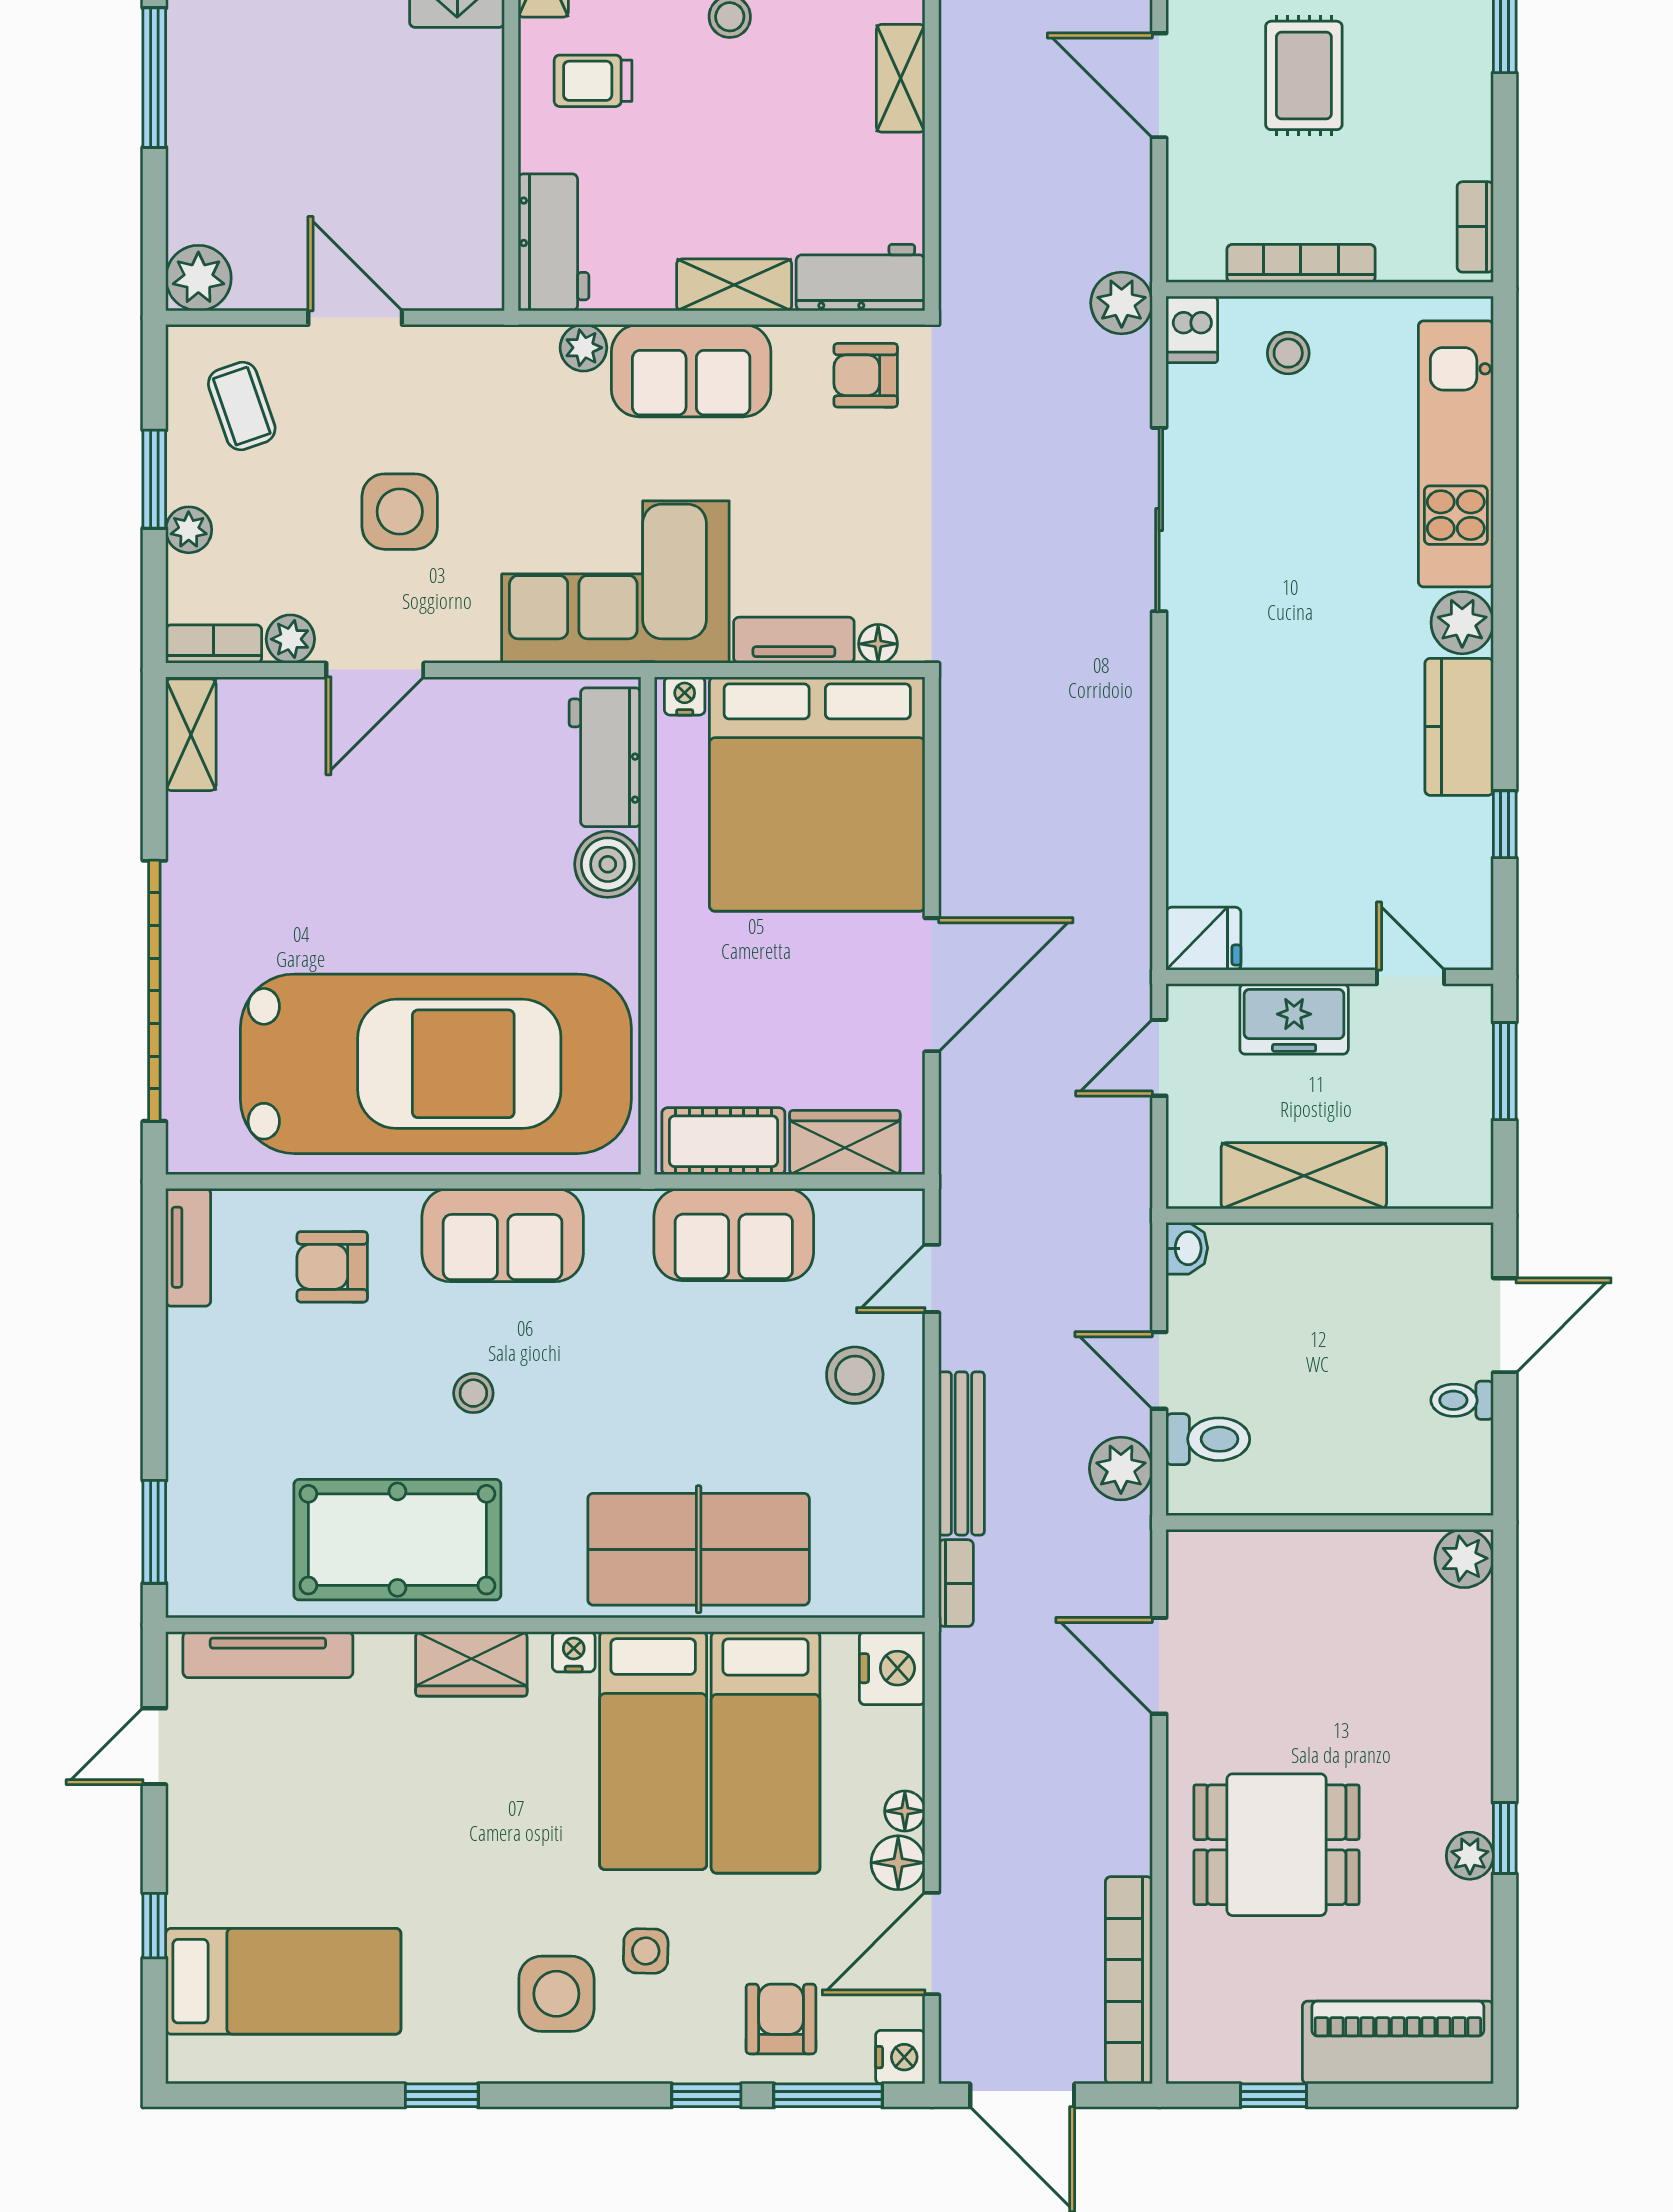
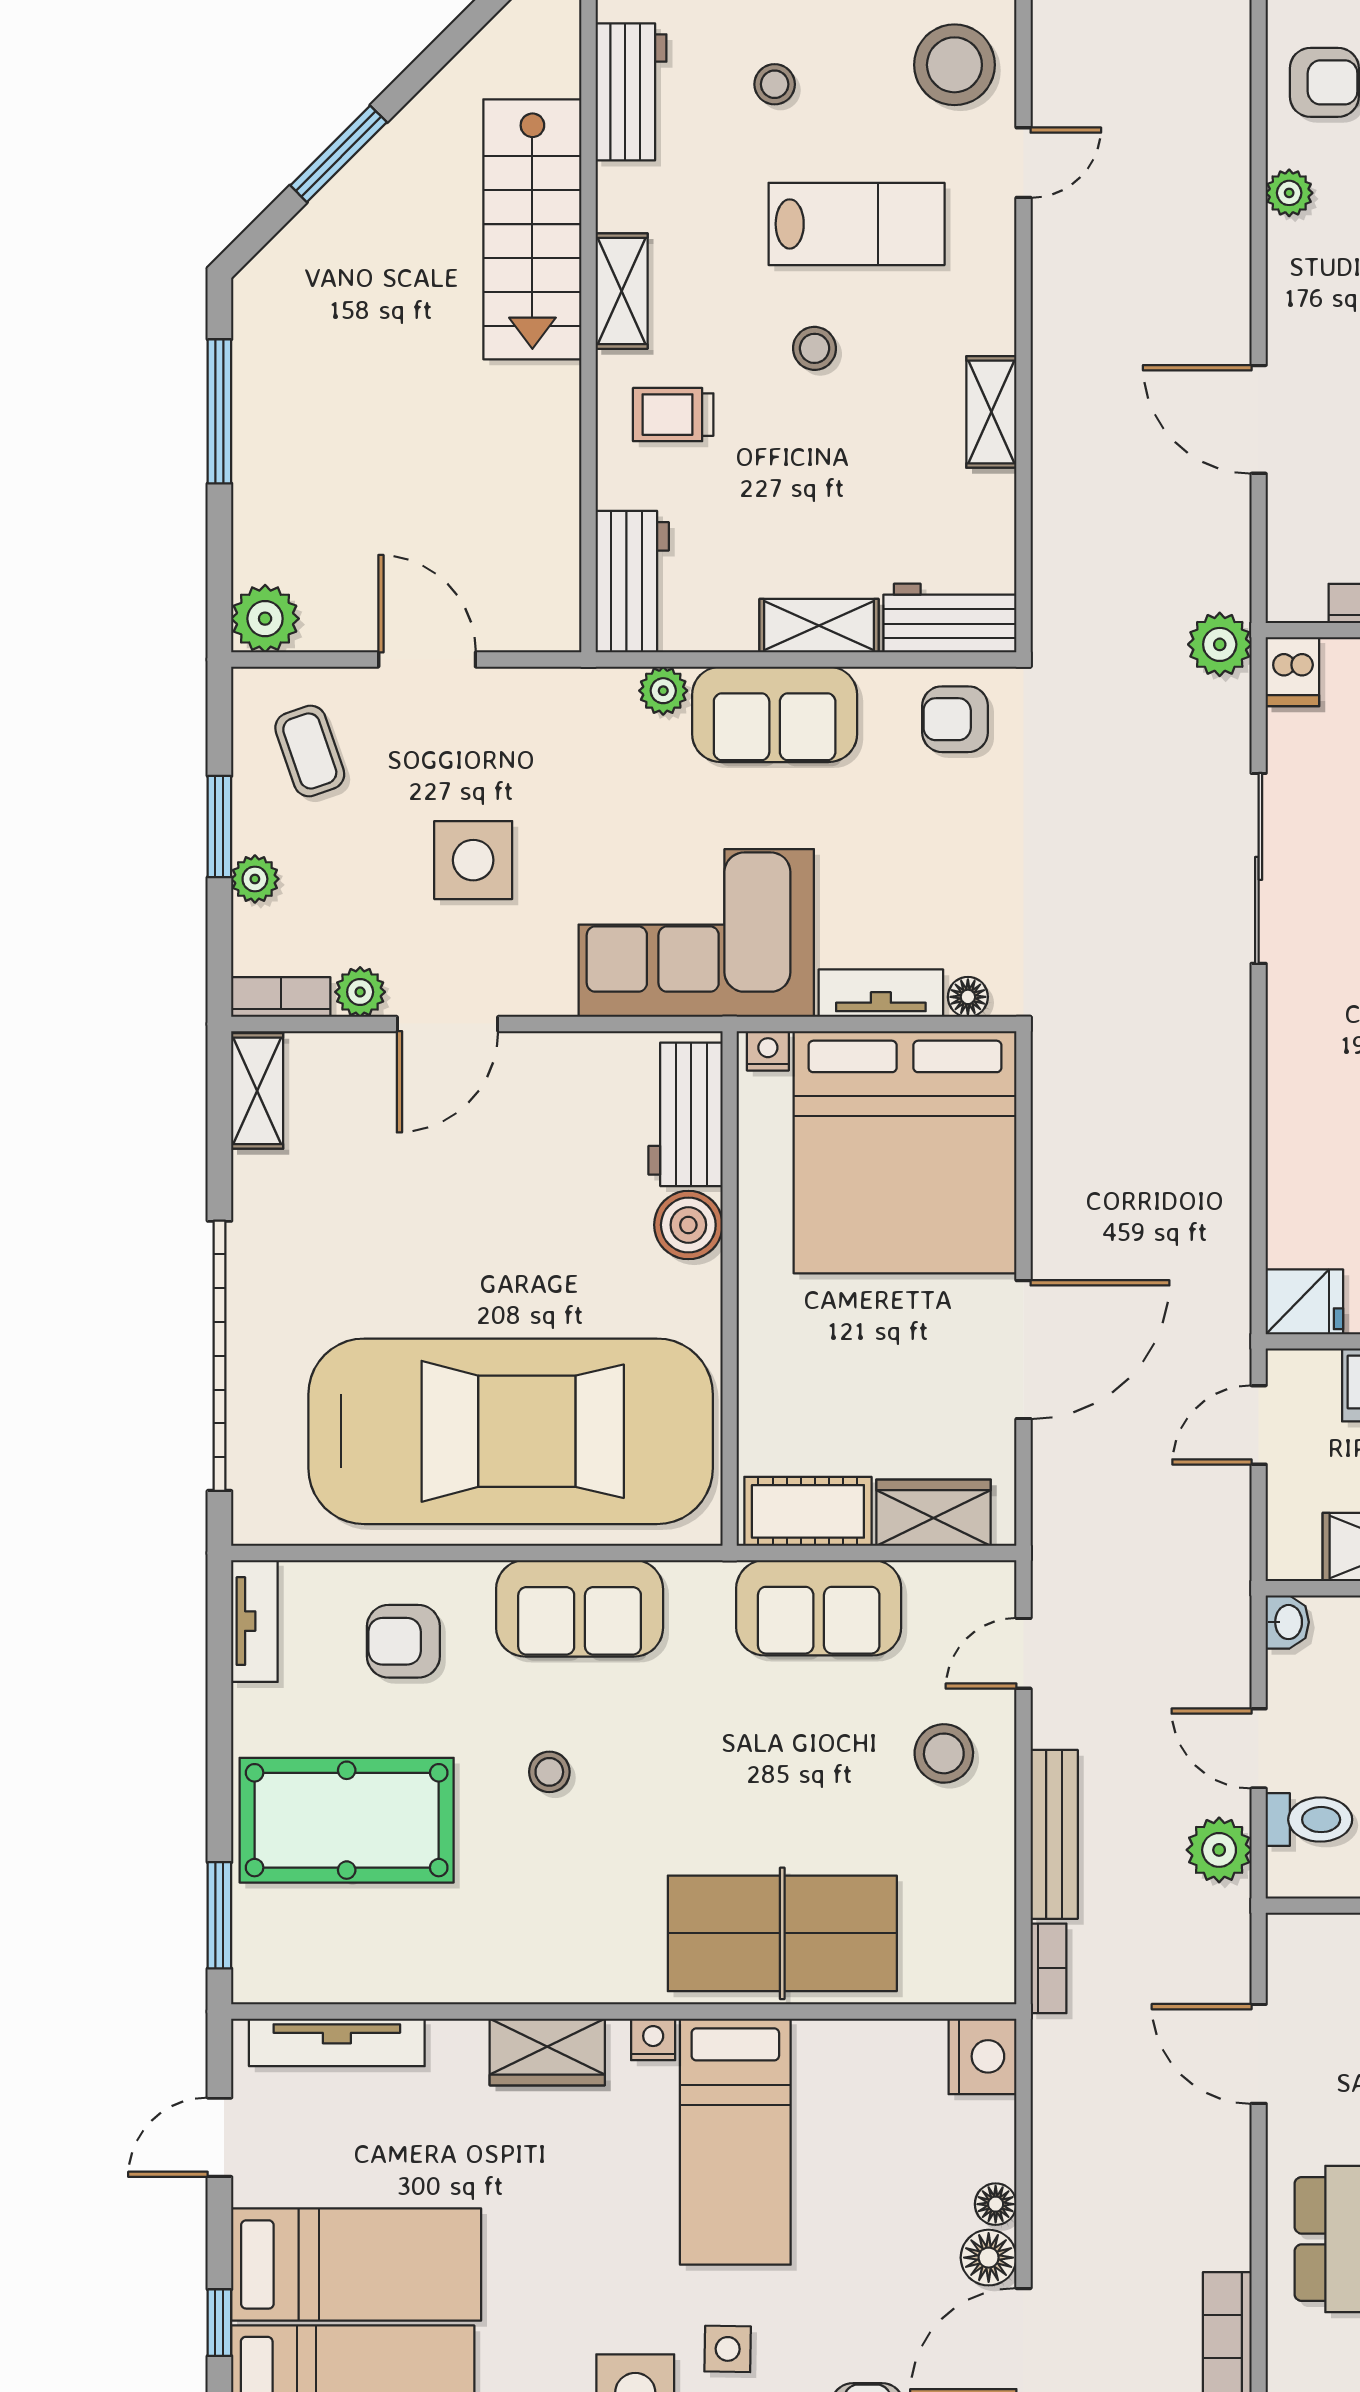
pool table: (397, 1540) -> (347, 1820), moved
bed: (766, 1752) -> (356, 2264), moved, turned -90

